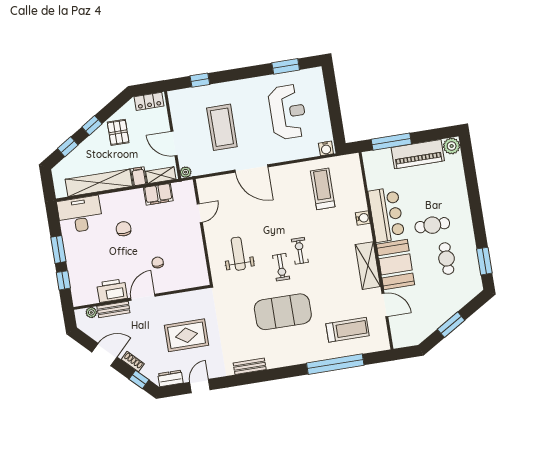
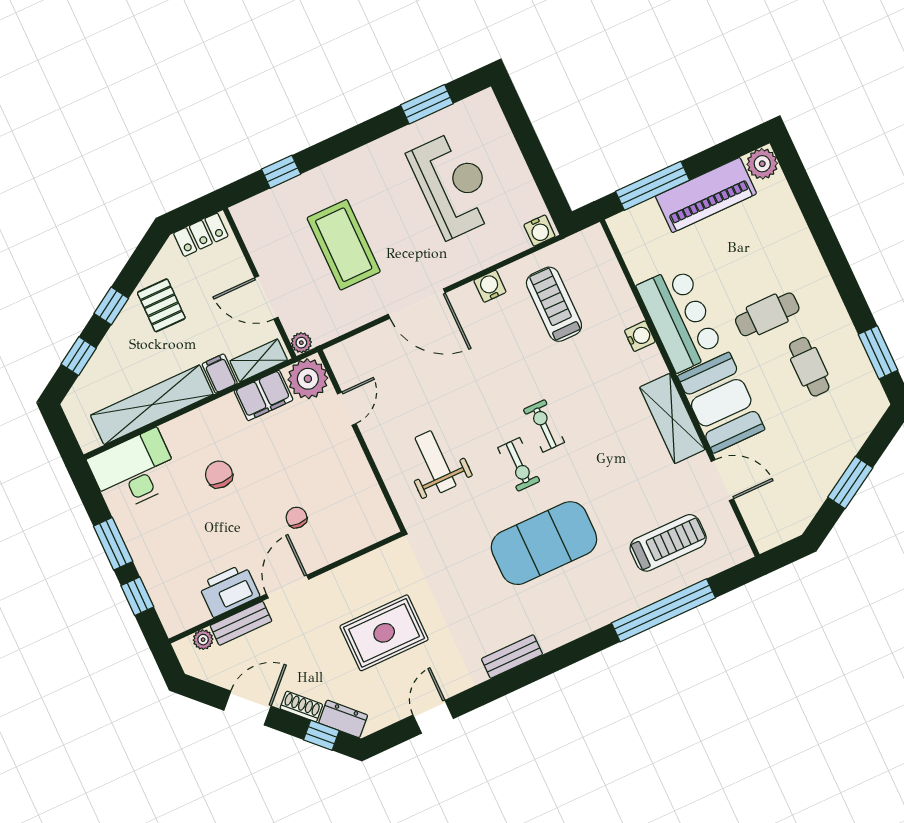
water cooler: (292, 170) -> (490, 286), added
plant: (184, 192) -> (308, 379), added
dresser: (171, 378) -> (343, 719), moved, turned 45

